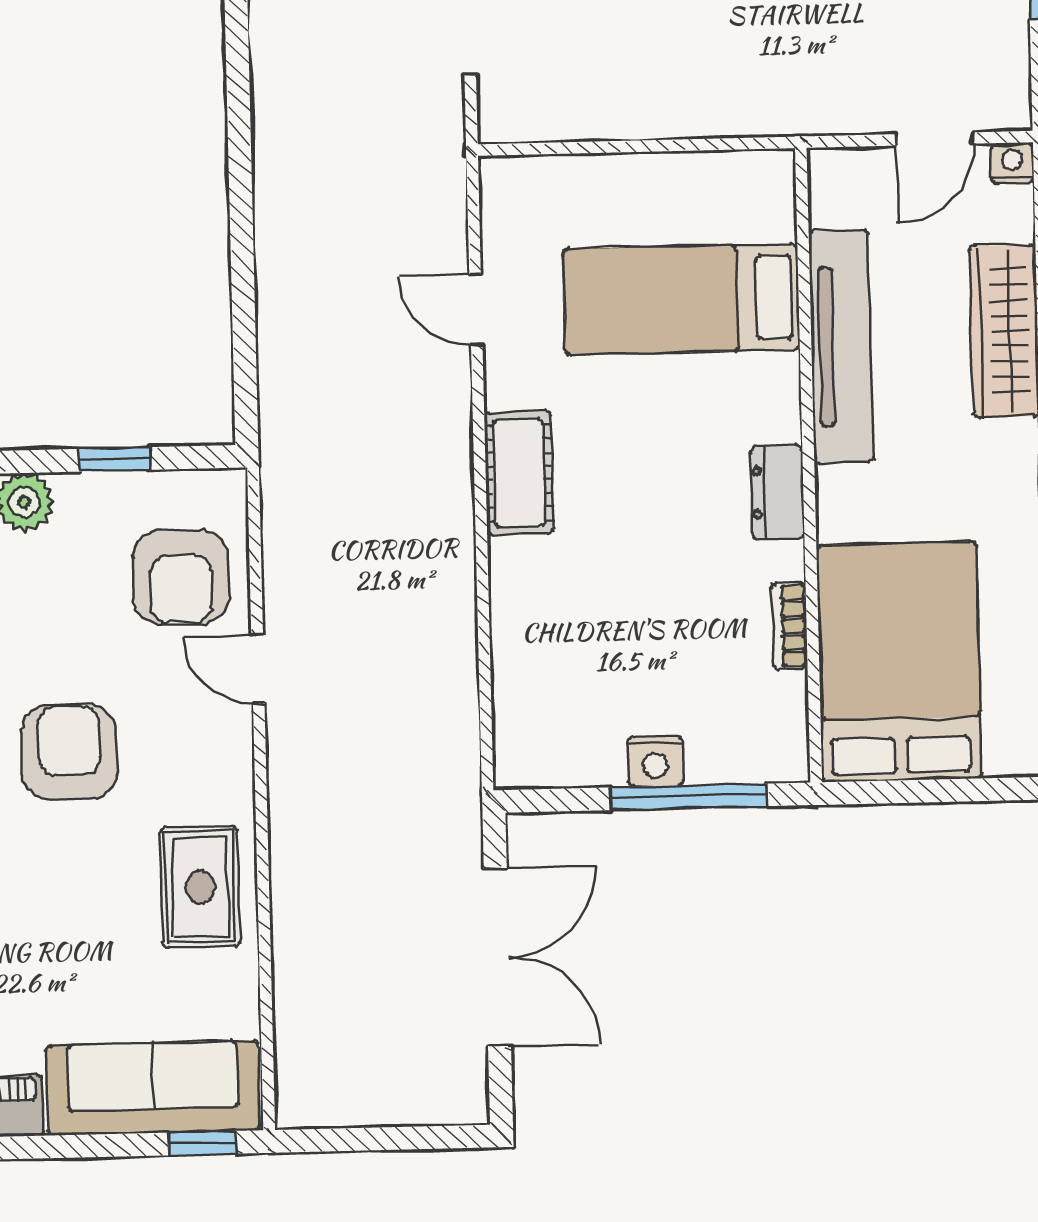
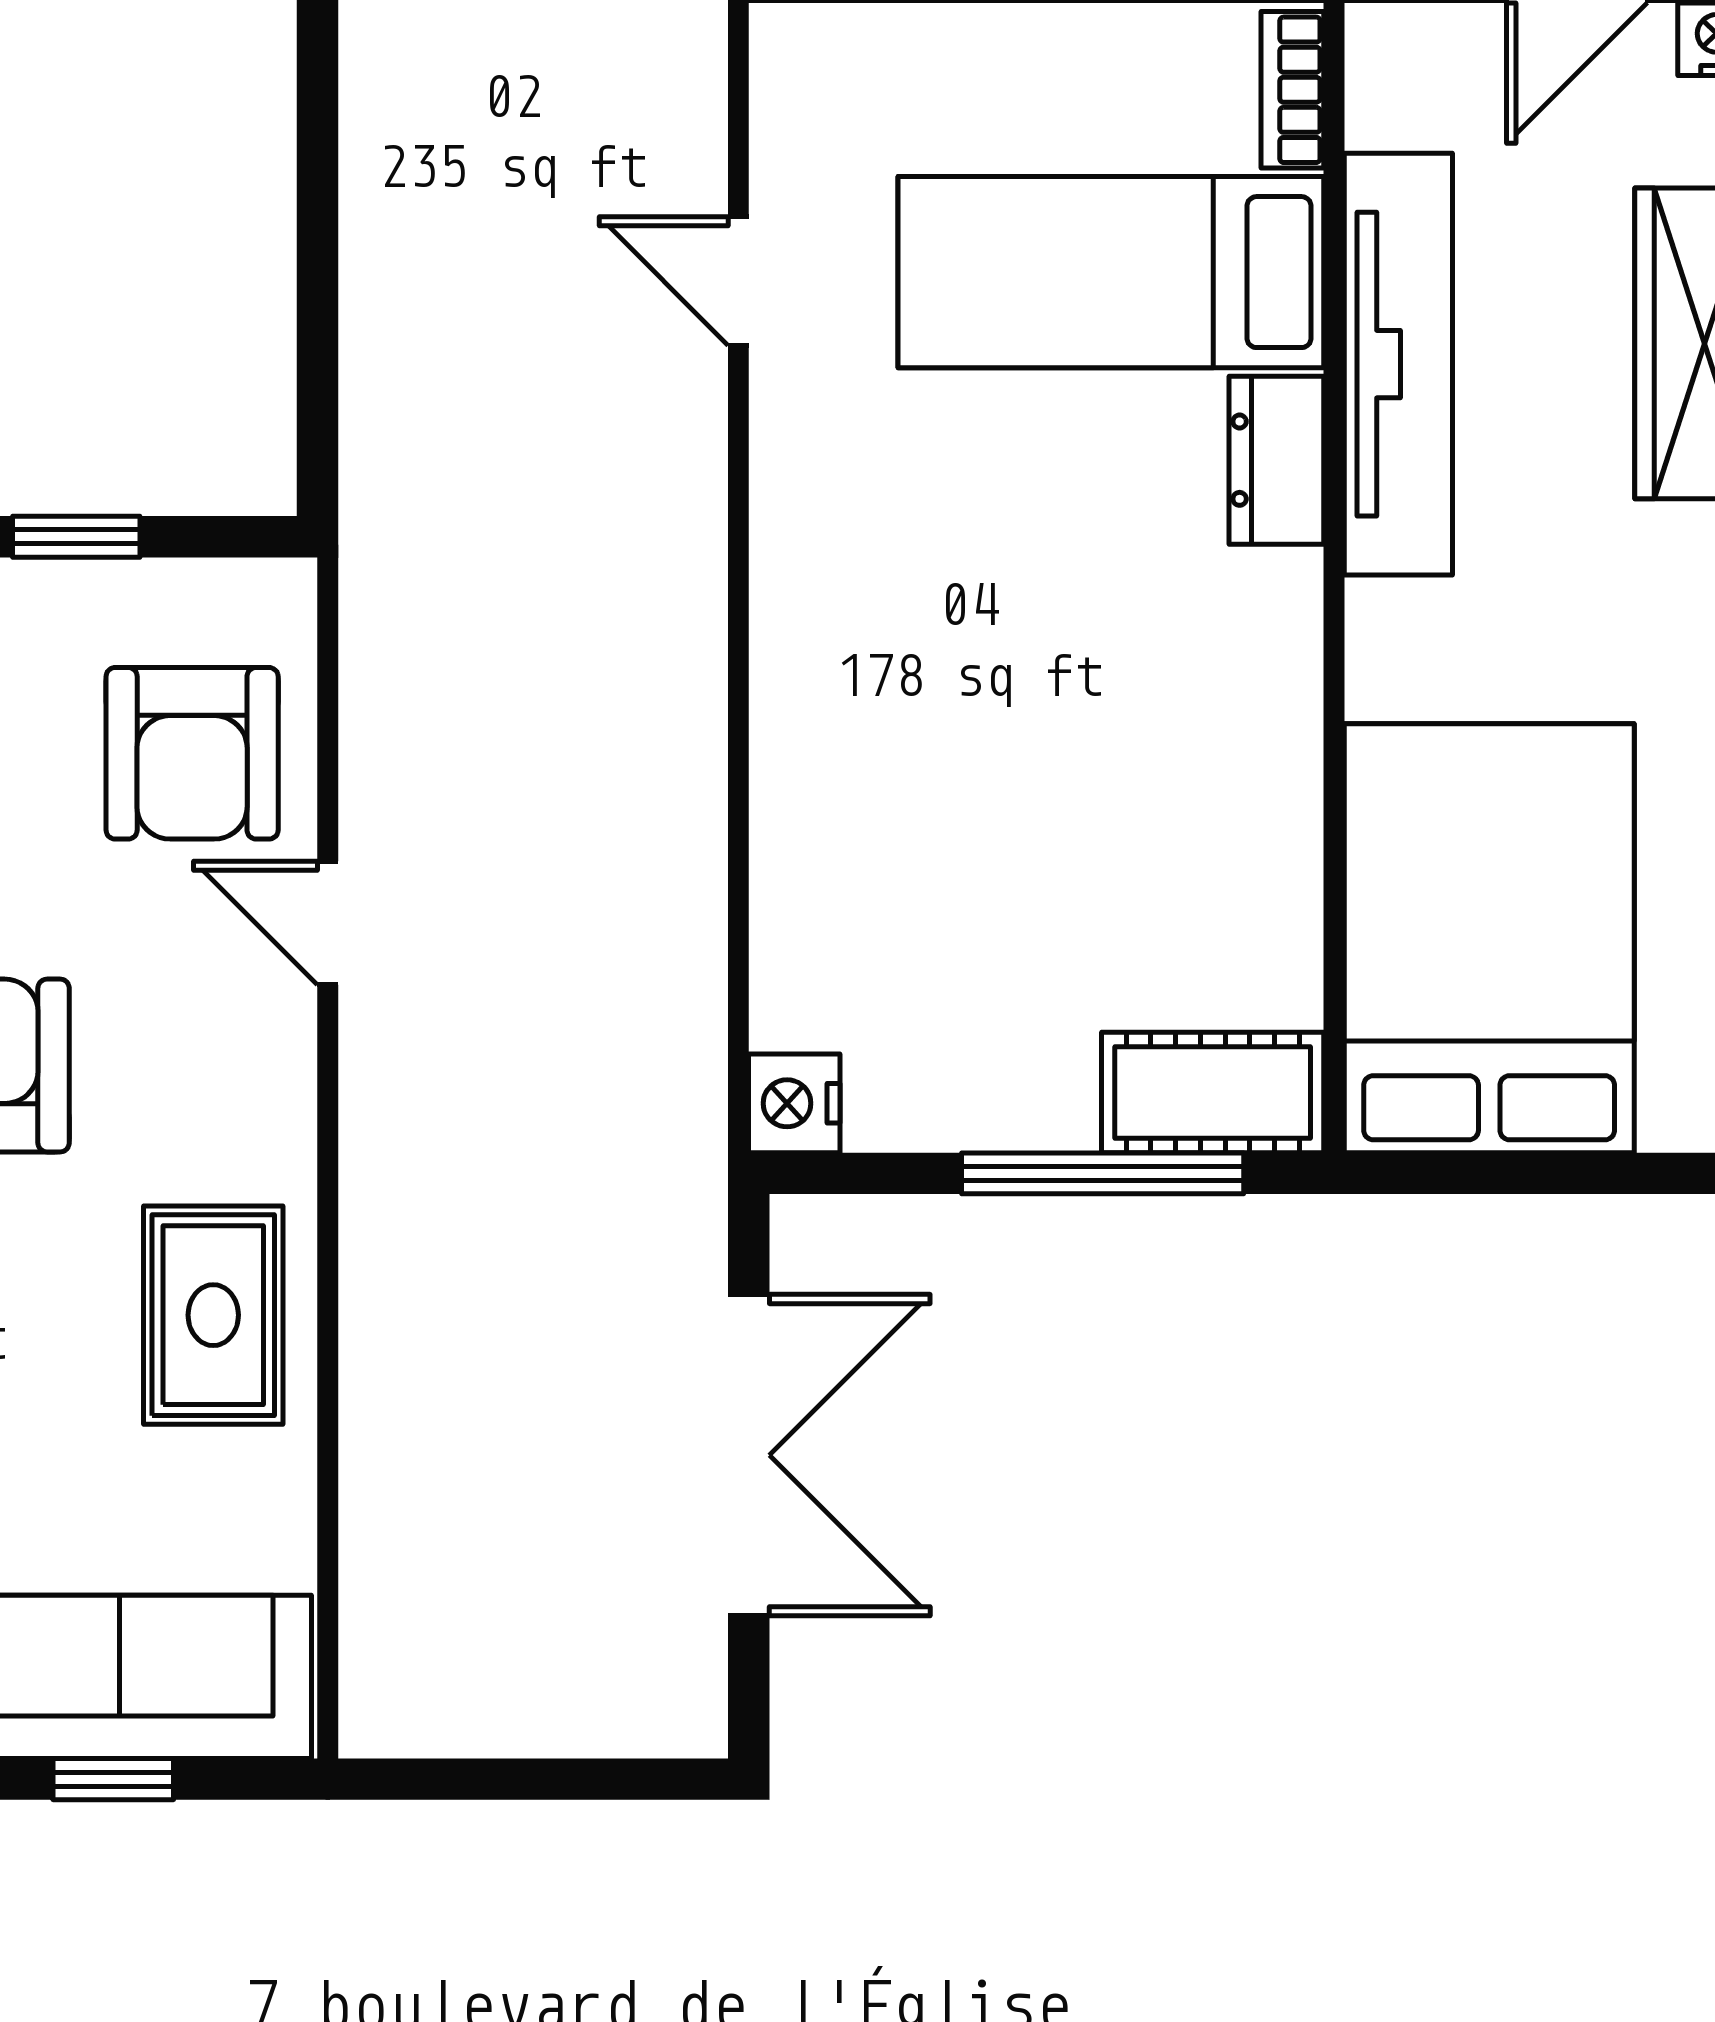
cot: (519, 473) -> (1213, 1092), moved, turned 90
dresser: (777, 492) -> (1276, 460), moved
bookcase: (789, 626) -> (1292, 90), moved
nightstand: (656, 761) -> (794, 1103), moved, turned 90
window: (202, 1143) -> (113, 1779), moved

